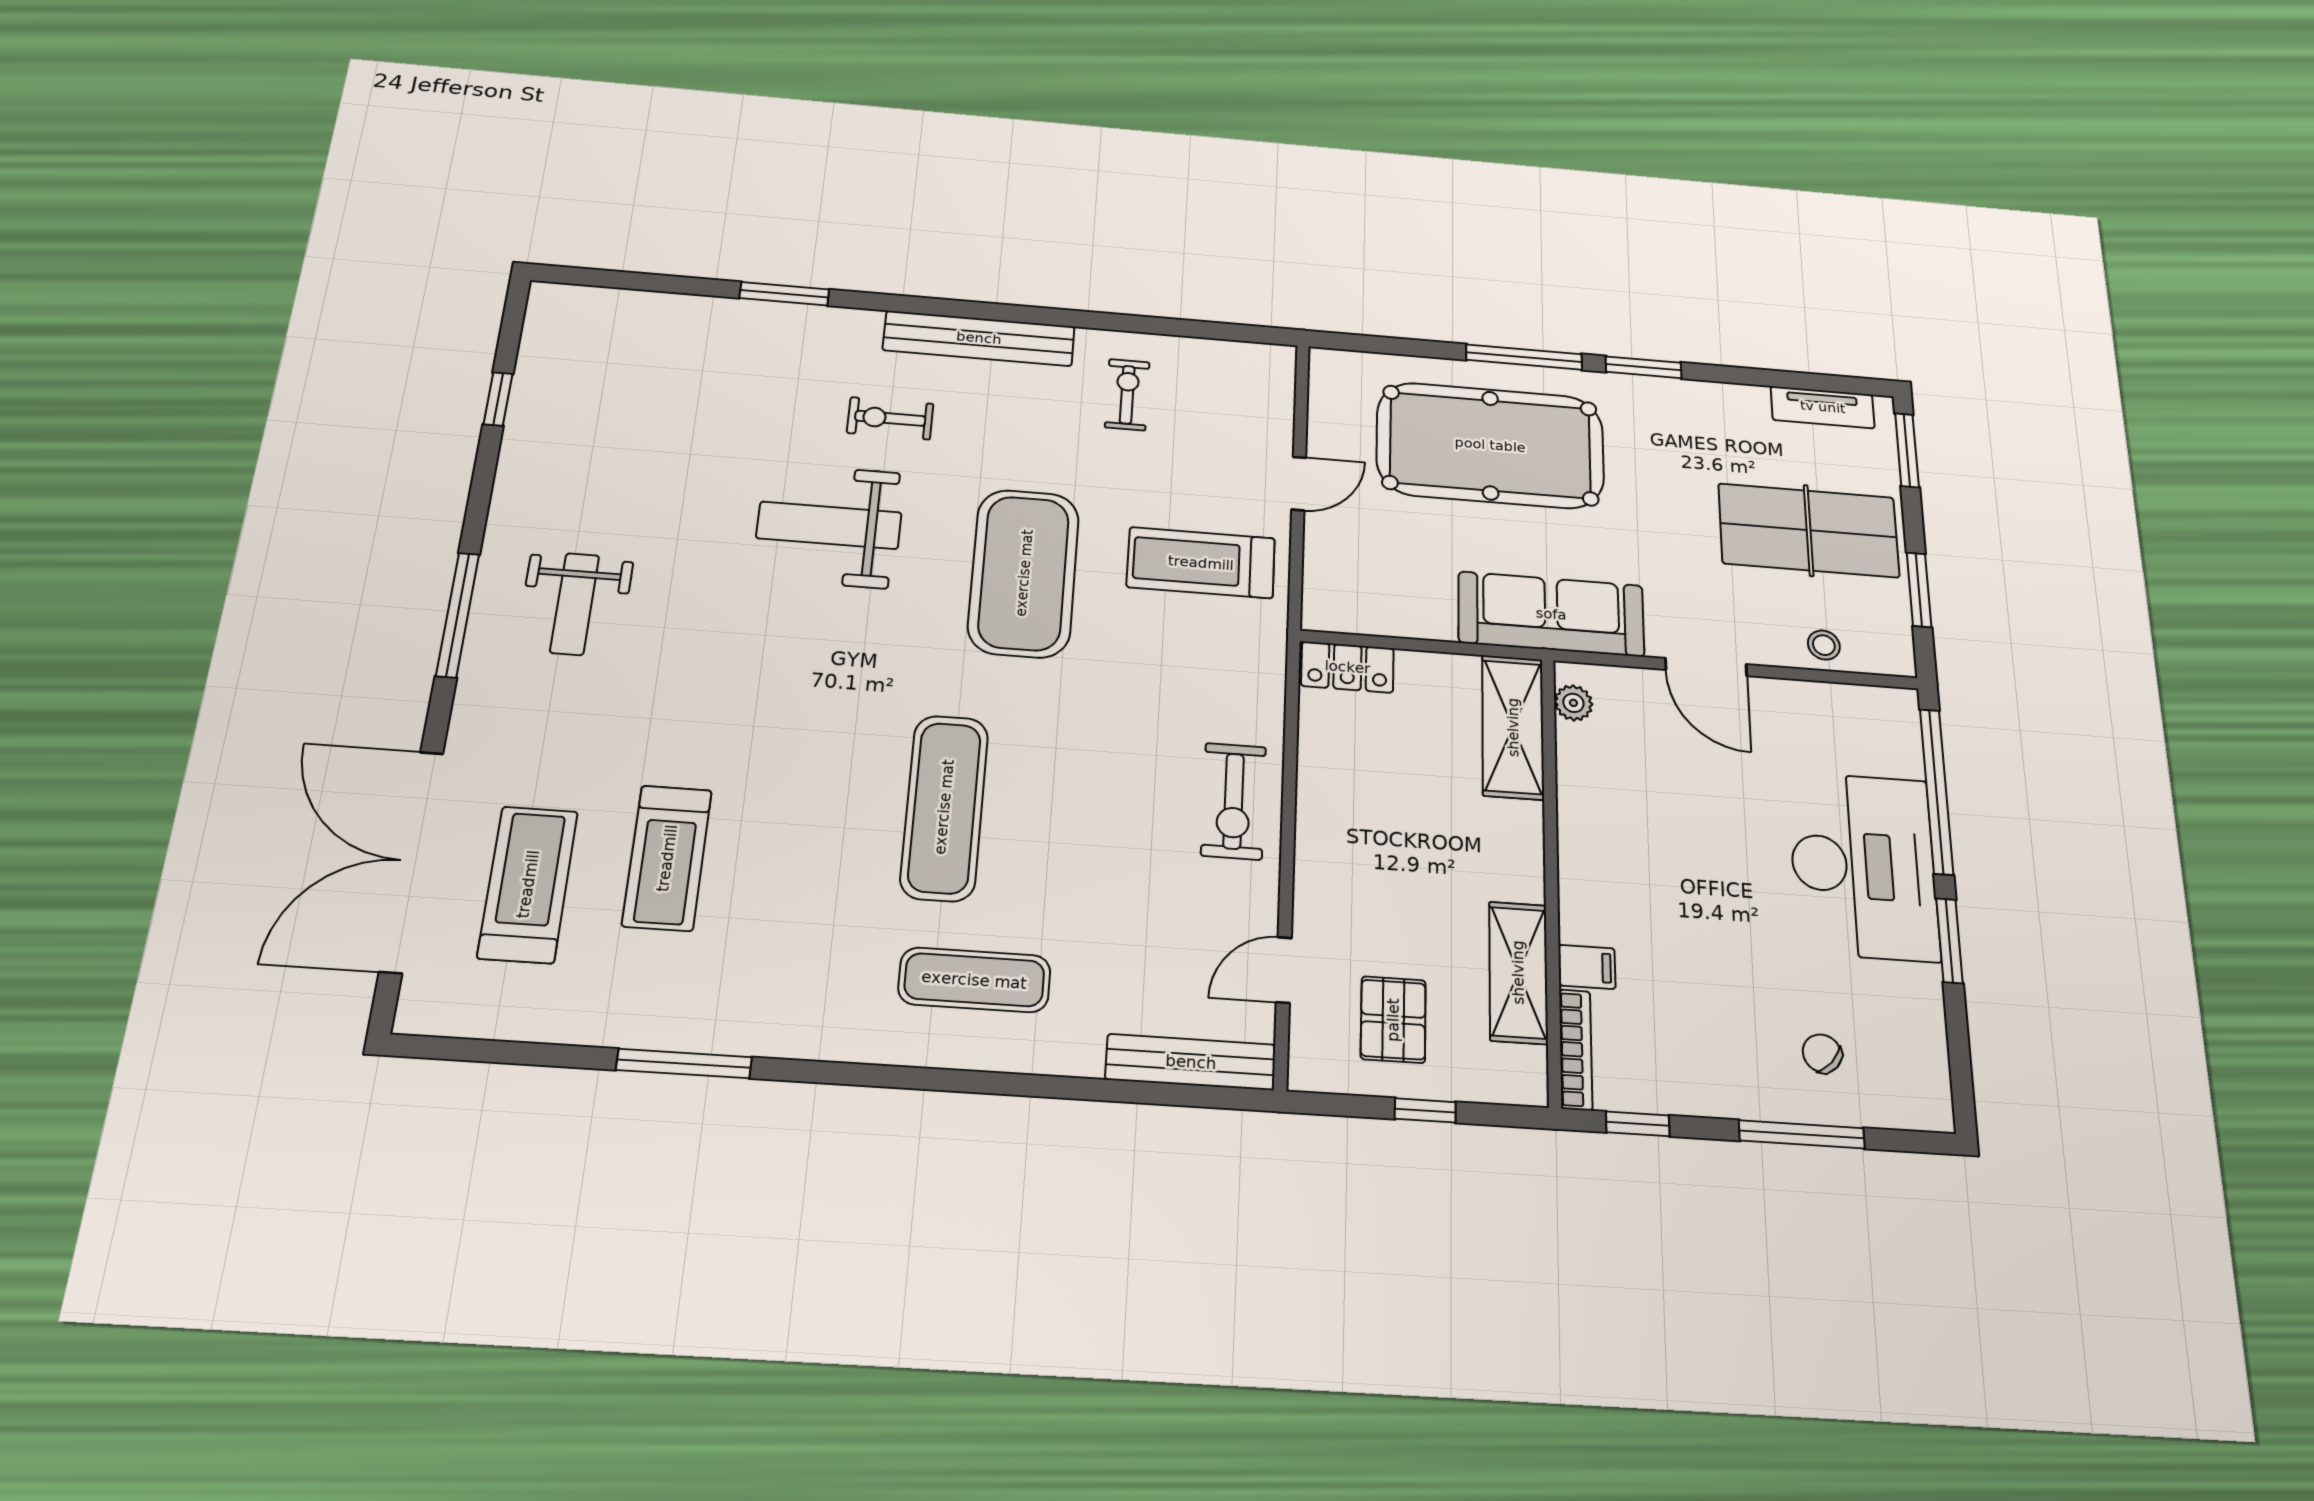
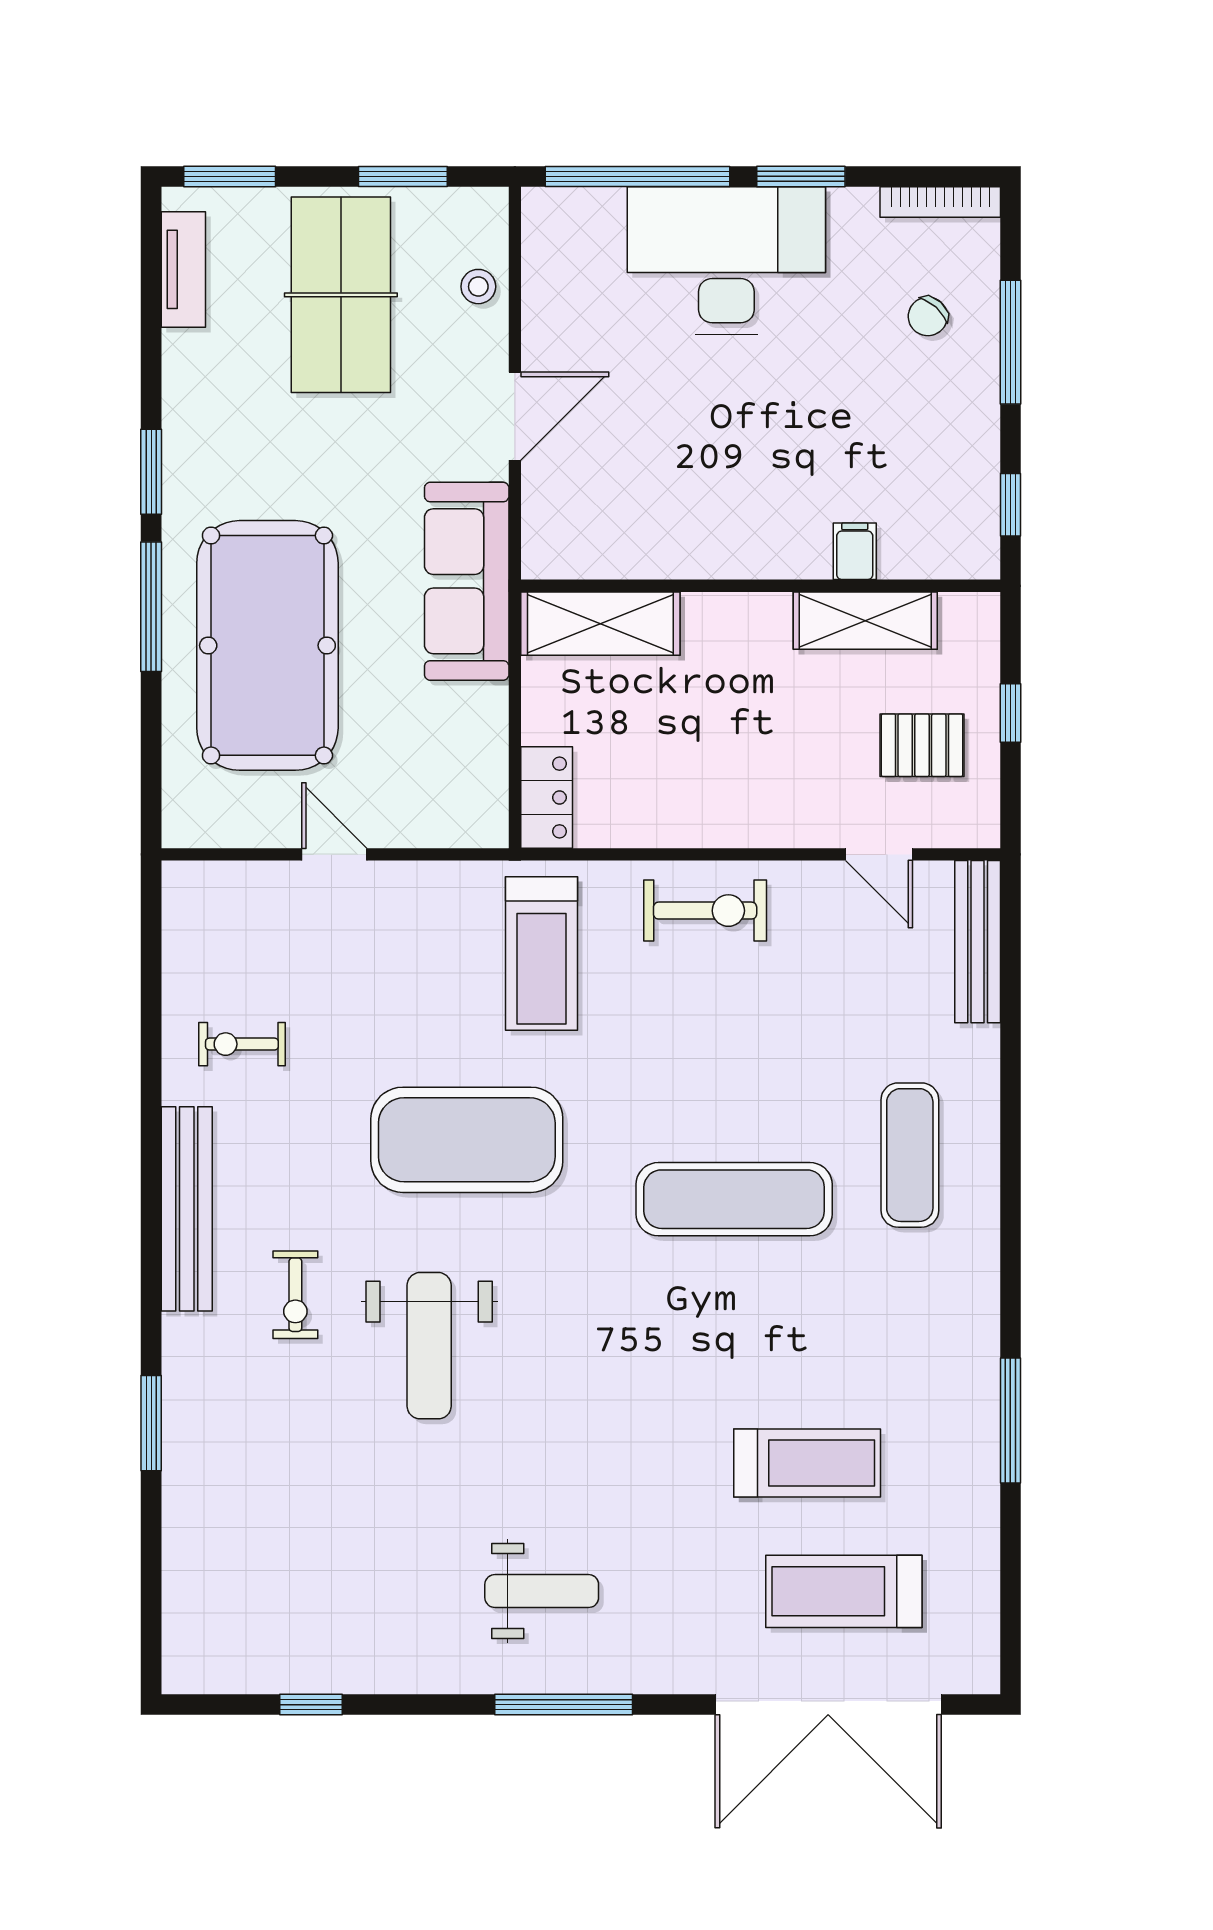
treadmill: (1201, 563) -> (542, 953), moved
plant: (1573, 703) -> (568, 559), removed
bookcase: (1576, 1050) -> (940, 202), moved, turned 180

